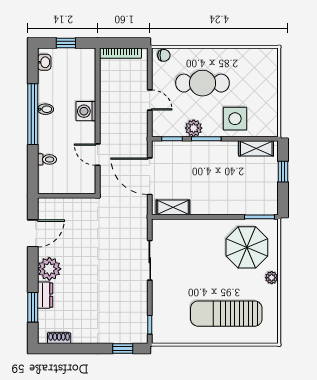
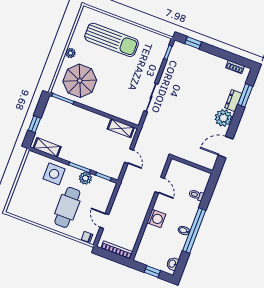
cafe table: (203, 83) -> (67, 207), turned 90
door: (150, 100) -> (104, 221), moved
door: (150, 176) -> (129, 156), width x0.53

